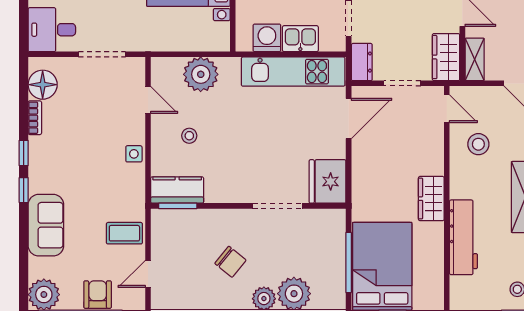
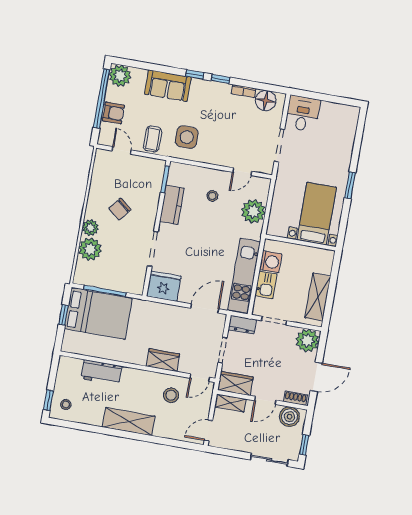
door: (349, 118) -> (205, 308), swing flipped
side table: (134, 154) -> (187, 137), moved, width x1.87, depth x1.87
kitchen counter: (177, 190) -> (172, 205), moved
wardrobe: (431, 199) -> (163, 360), moved
workbench: (463, 237) -> (101, 372), width x0.73

